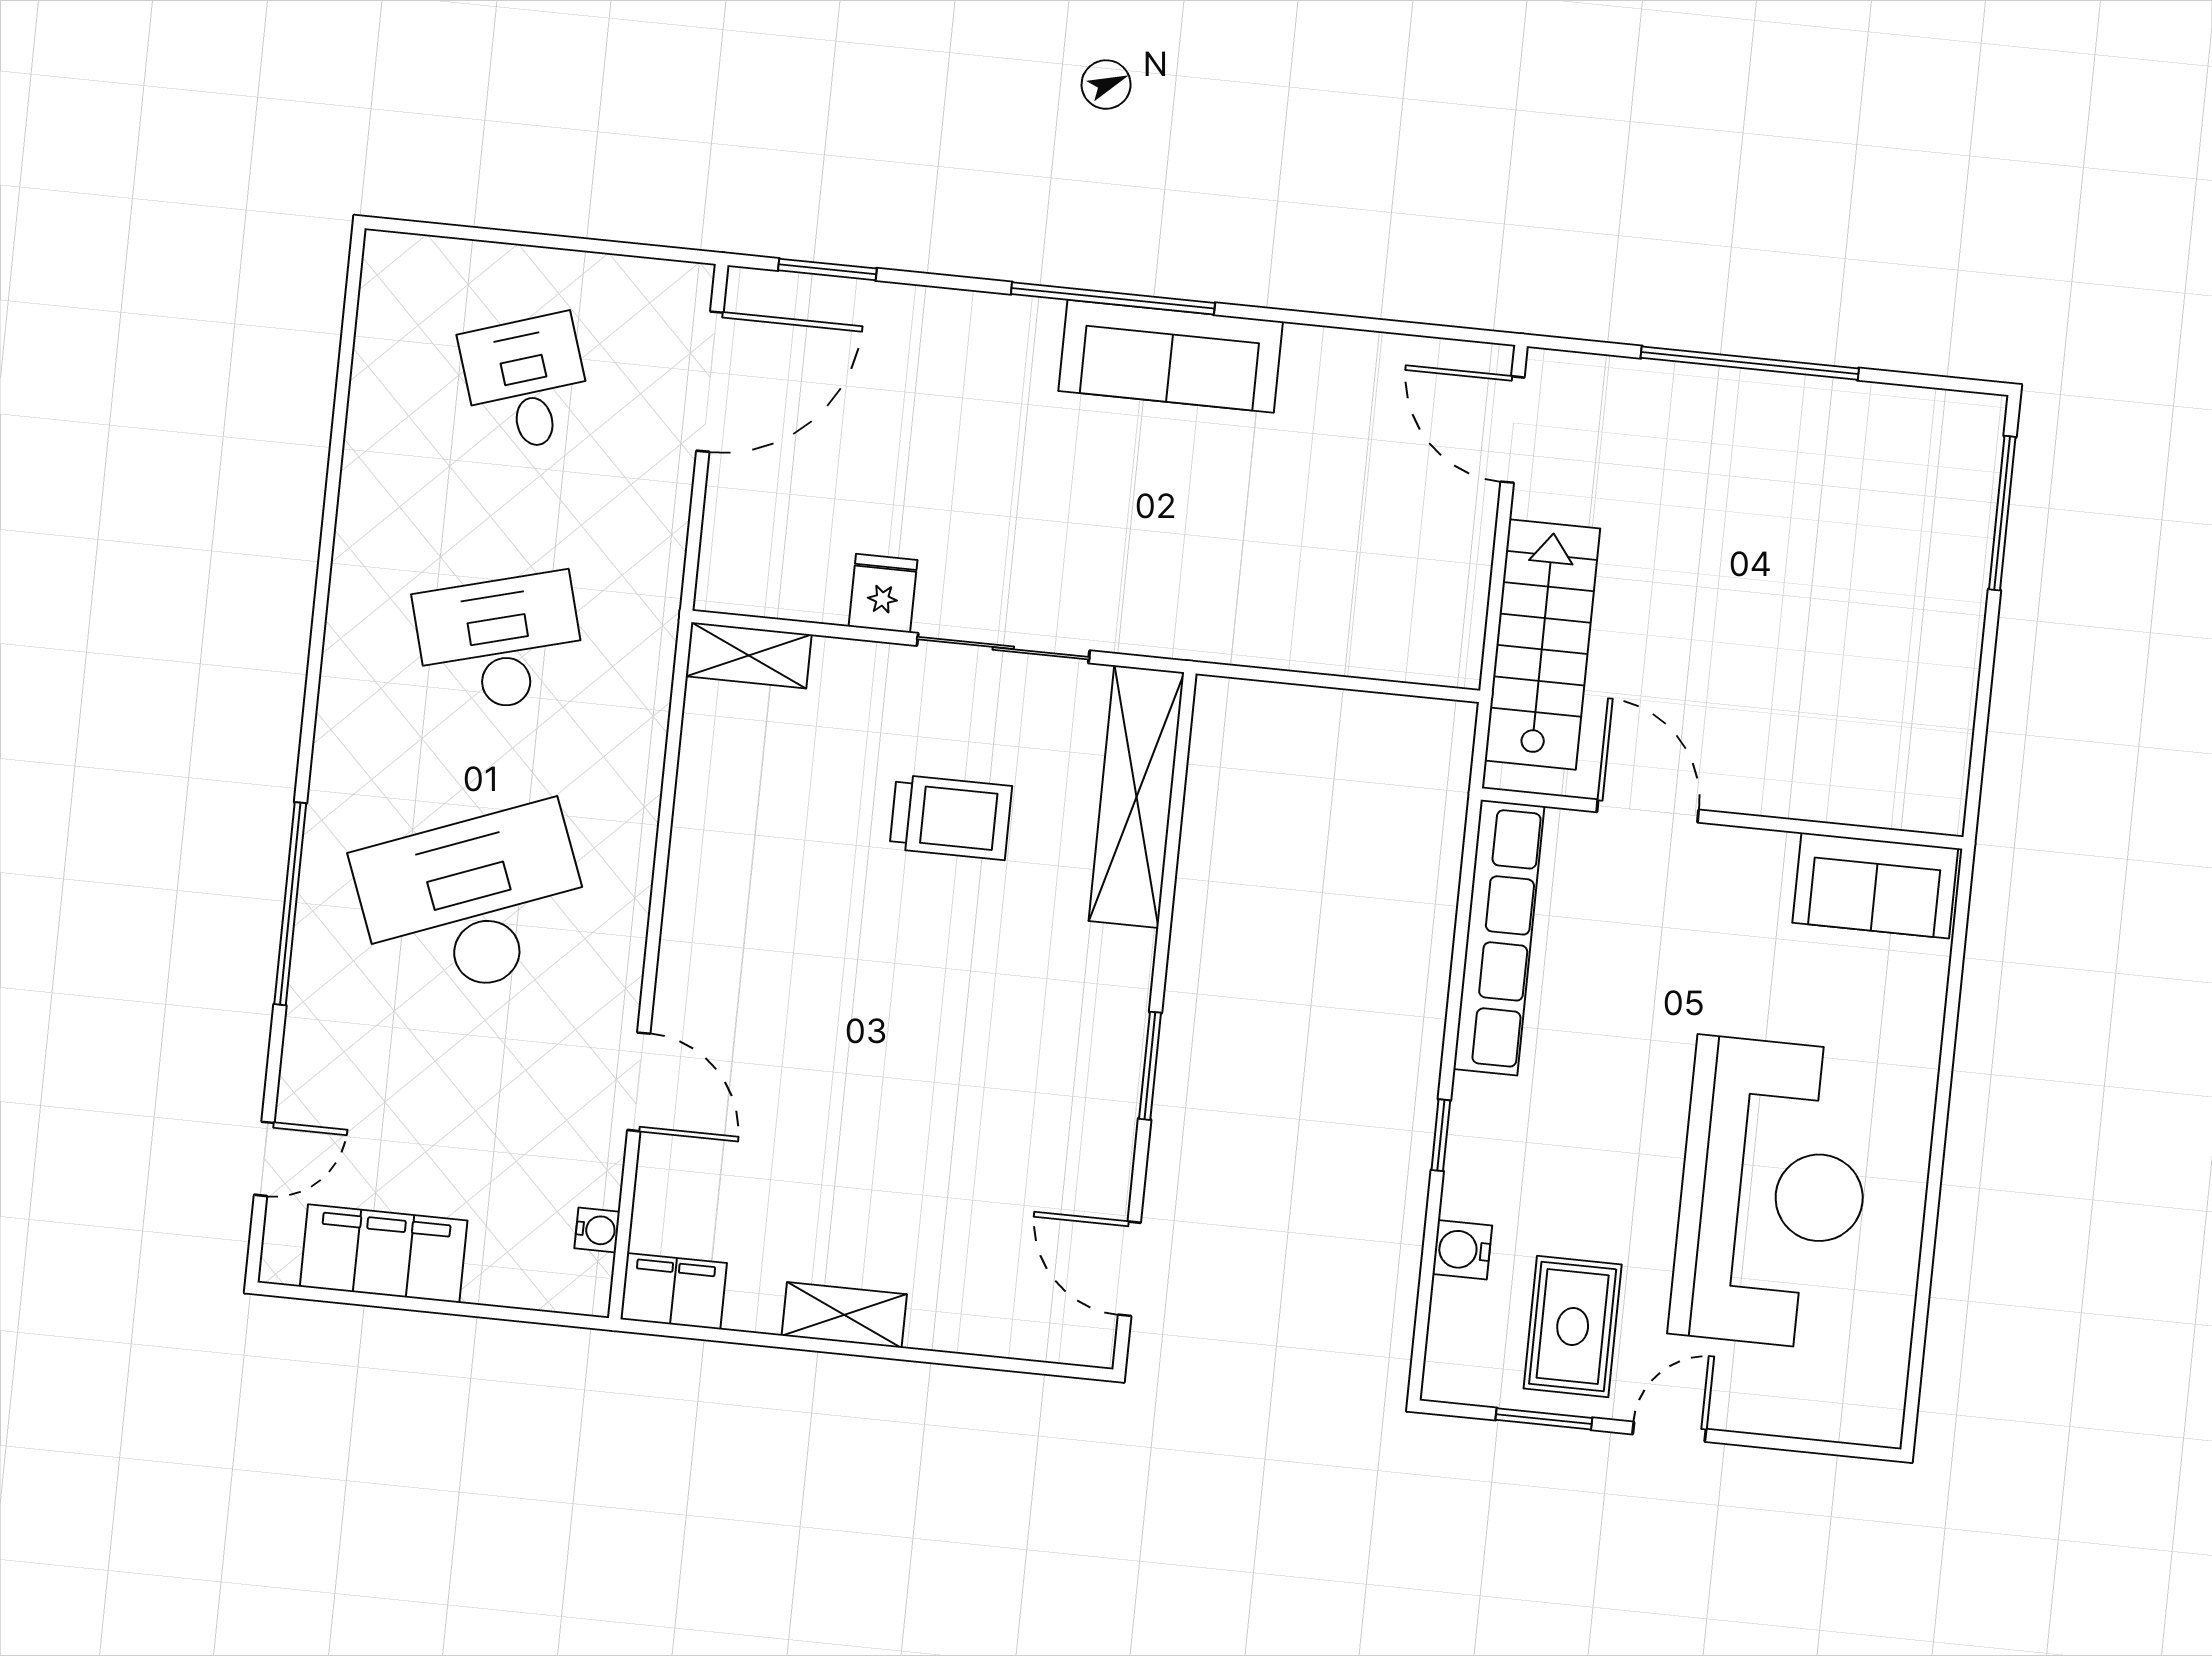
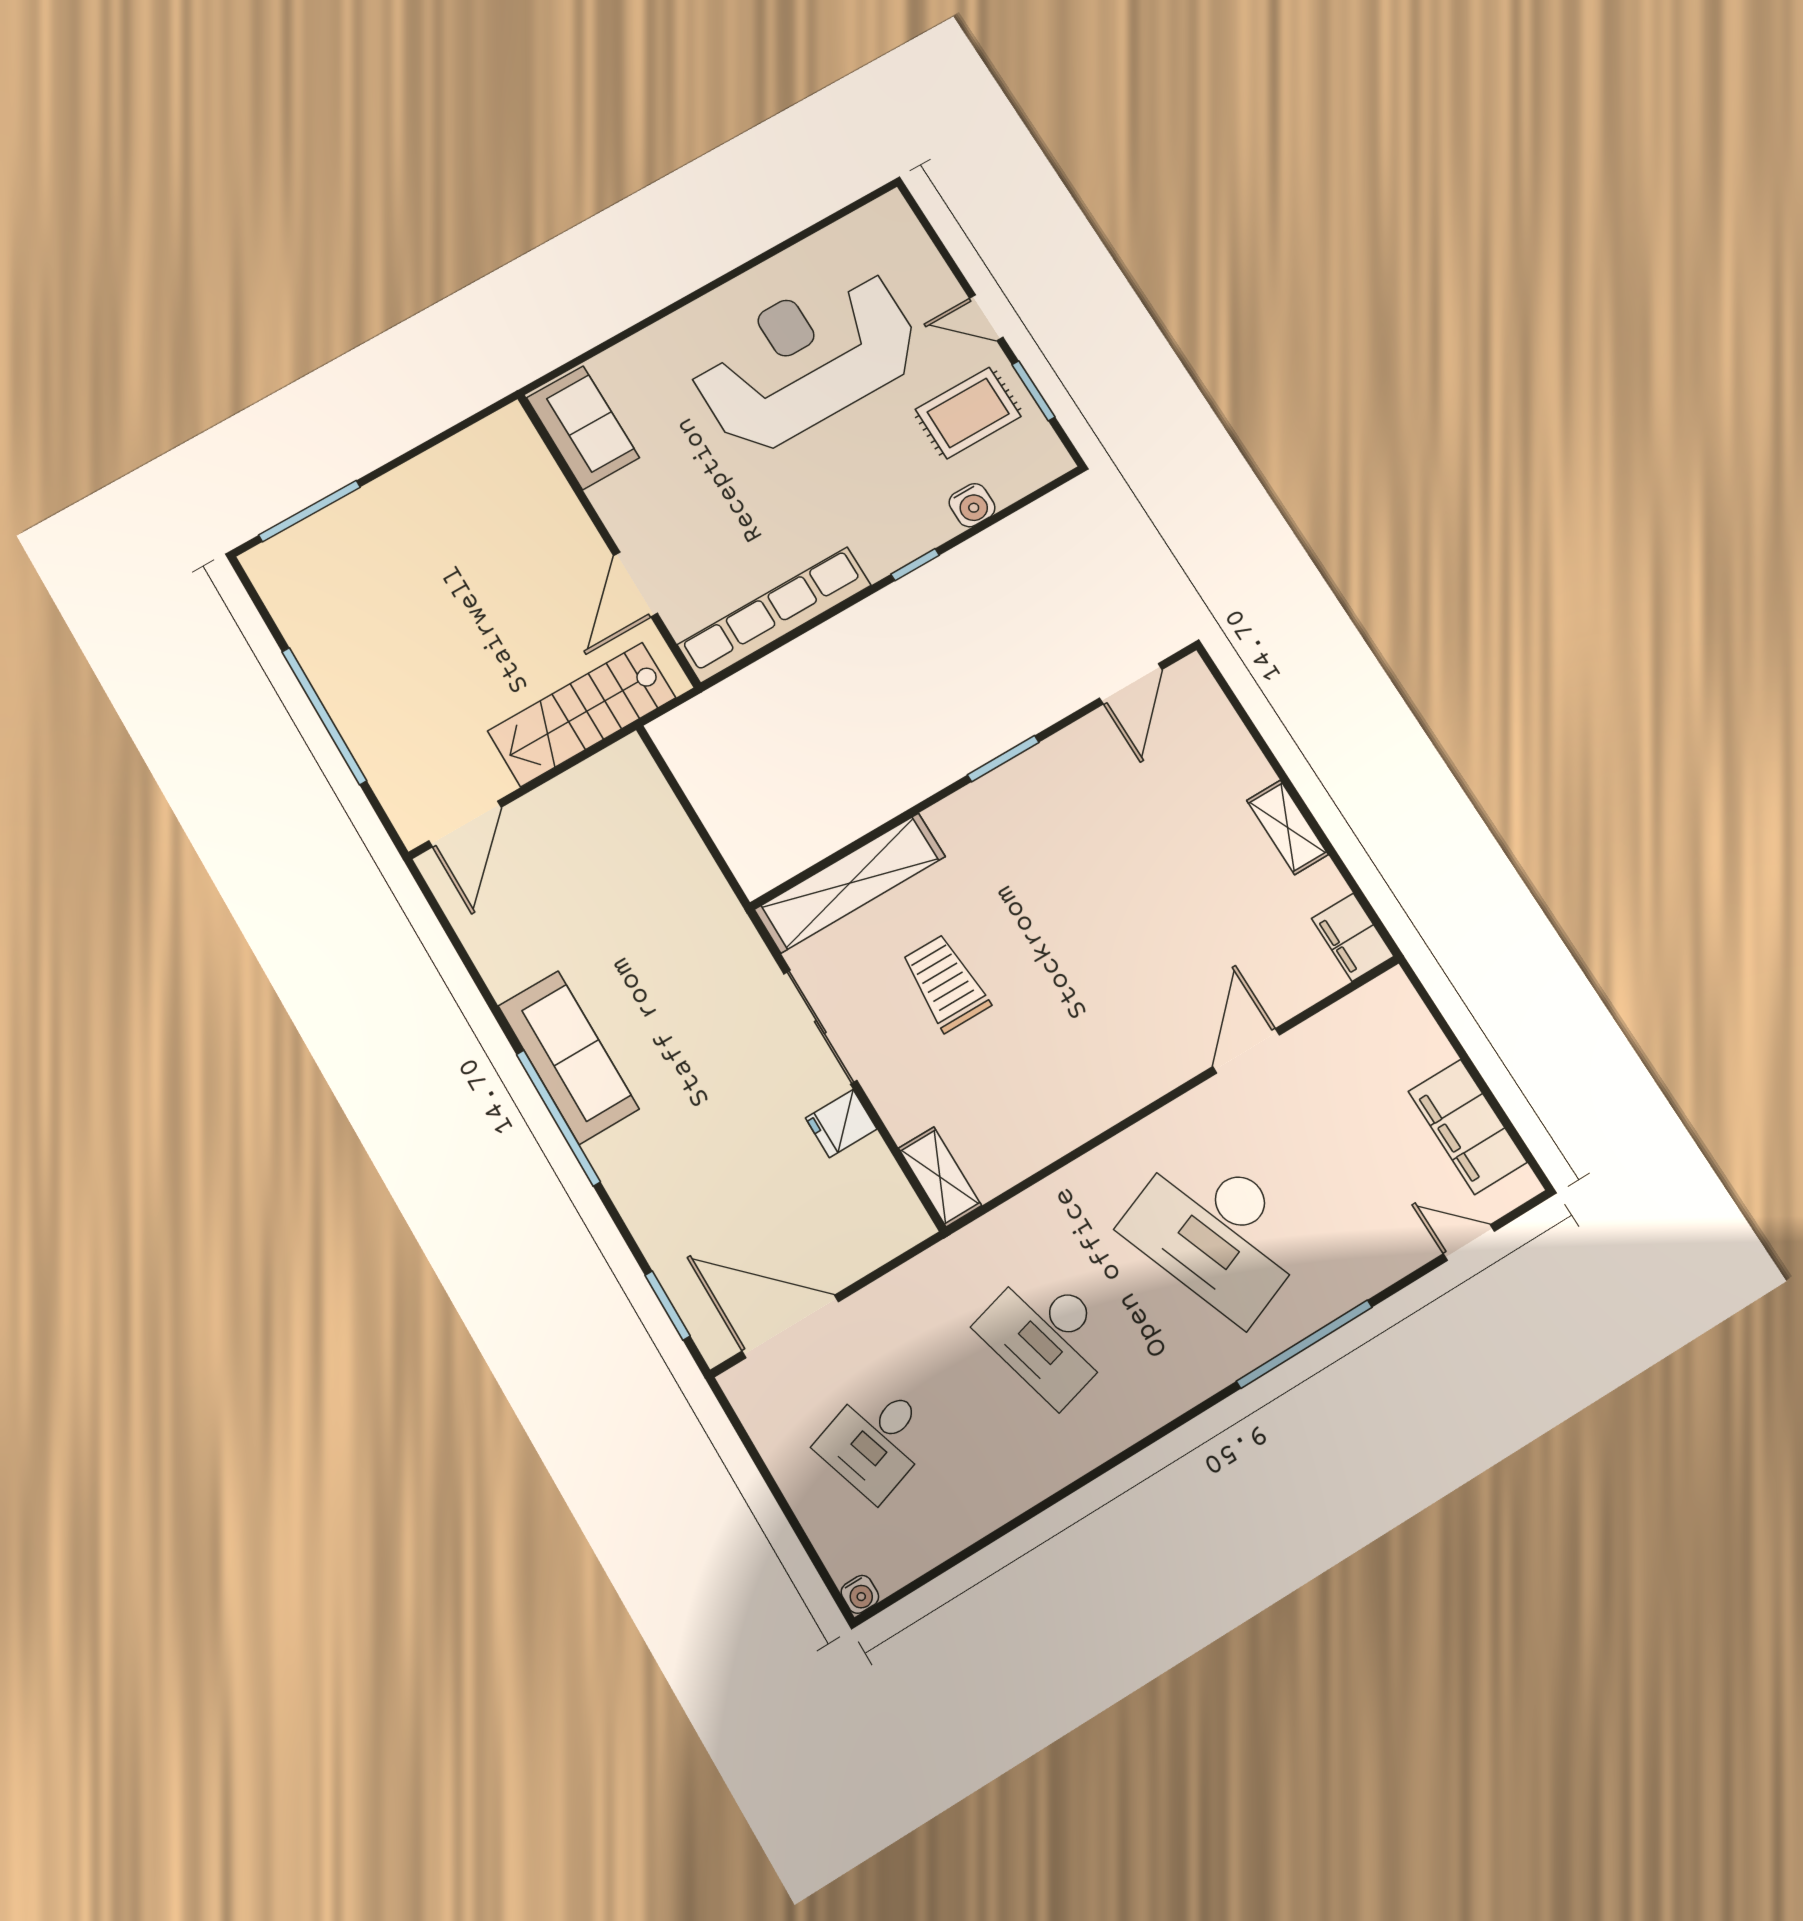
water cooler: (597, 1230) -> (860, 1594), moved, turned 180

